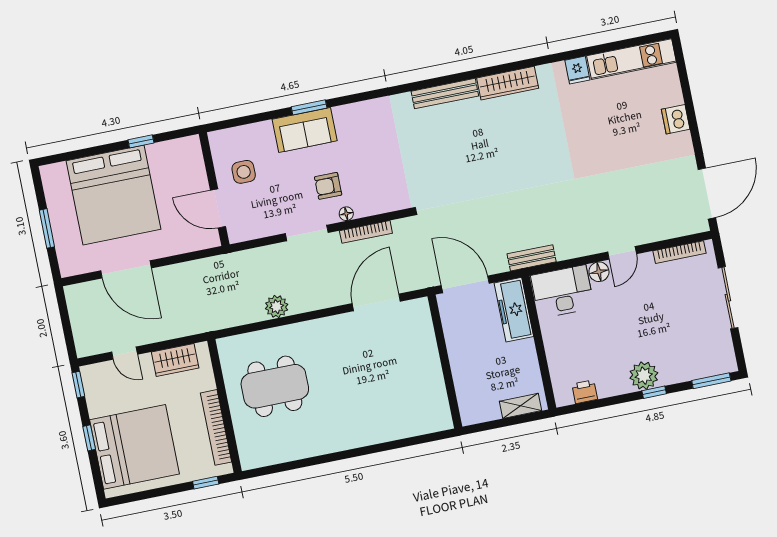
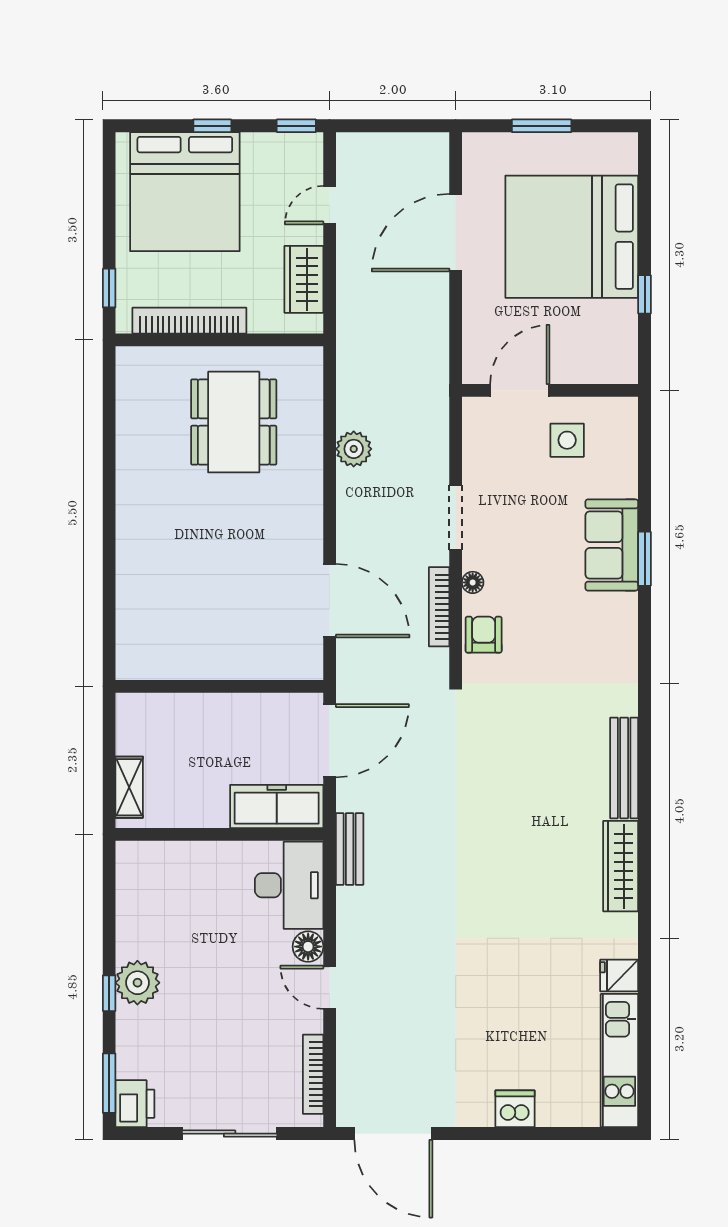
armchair: (328, 186) -> (484, 635), moved
printer: (585, 392) -> (135, 1104), moved, width x1.36, depth x1.24

